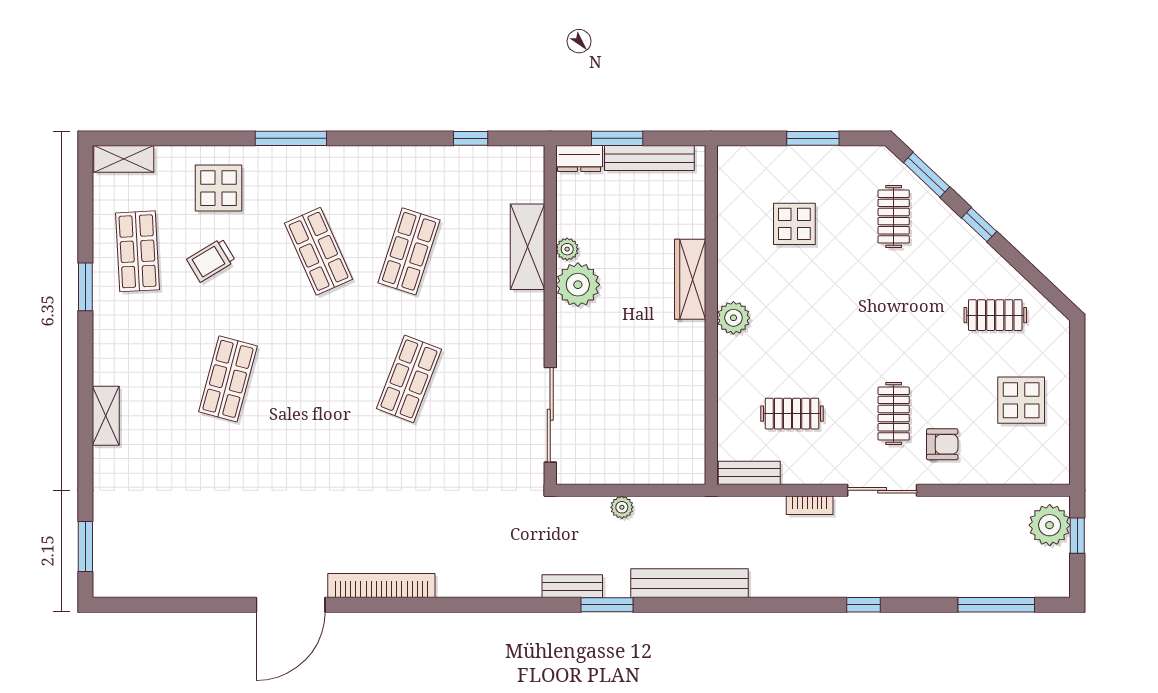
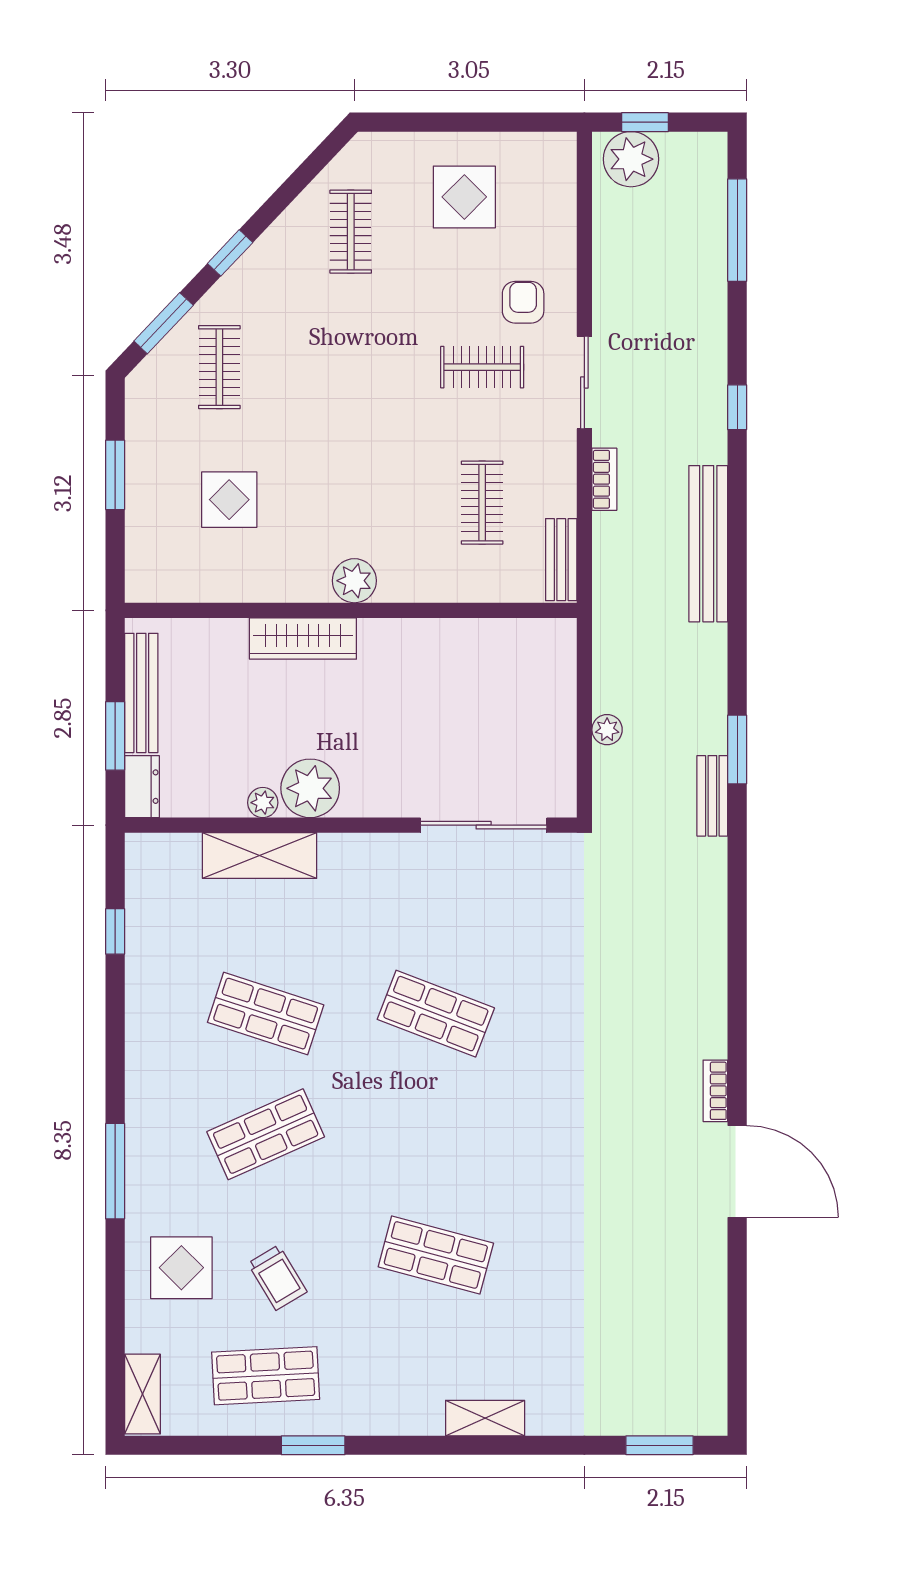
clothes rail: (894, 217) -> (219, 367), turned 90
bench: (690, 583) -> (708, 544), moved
bookcase: (381, 586) -> (715, 1091), width x0.43, depth x0.76

